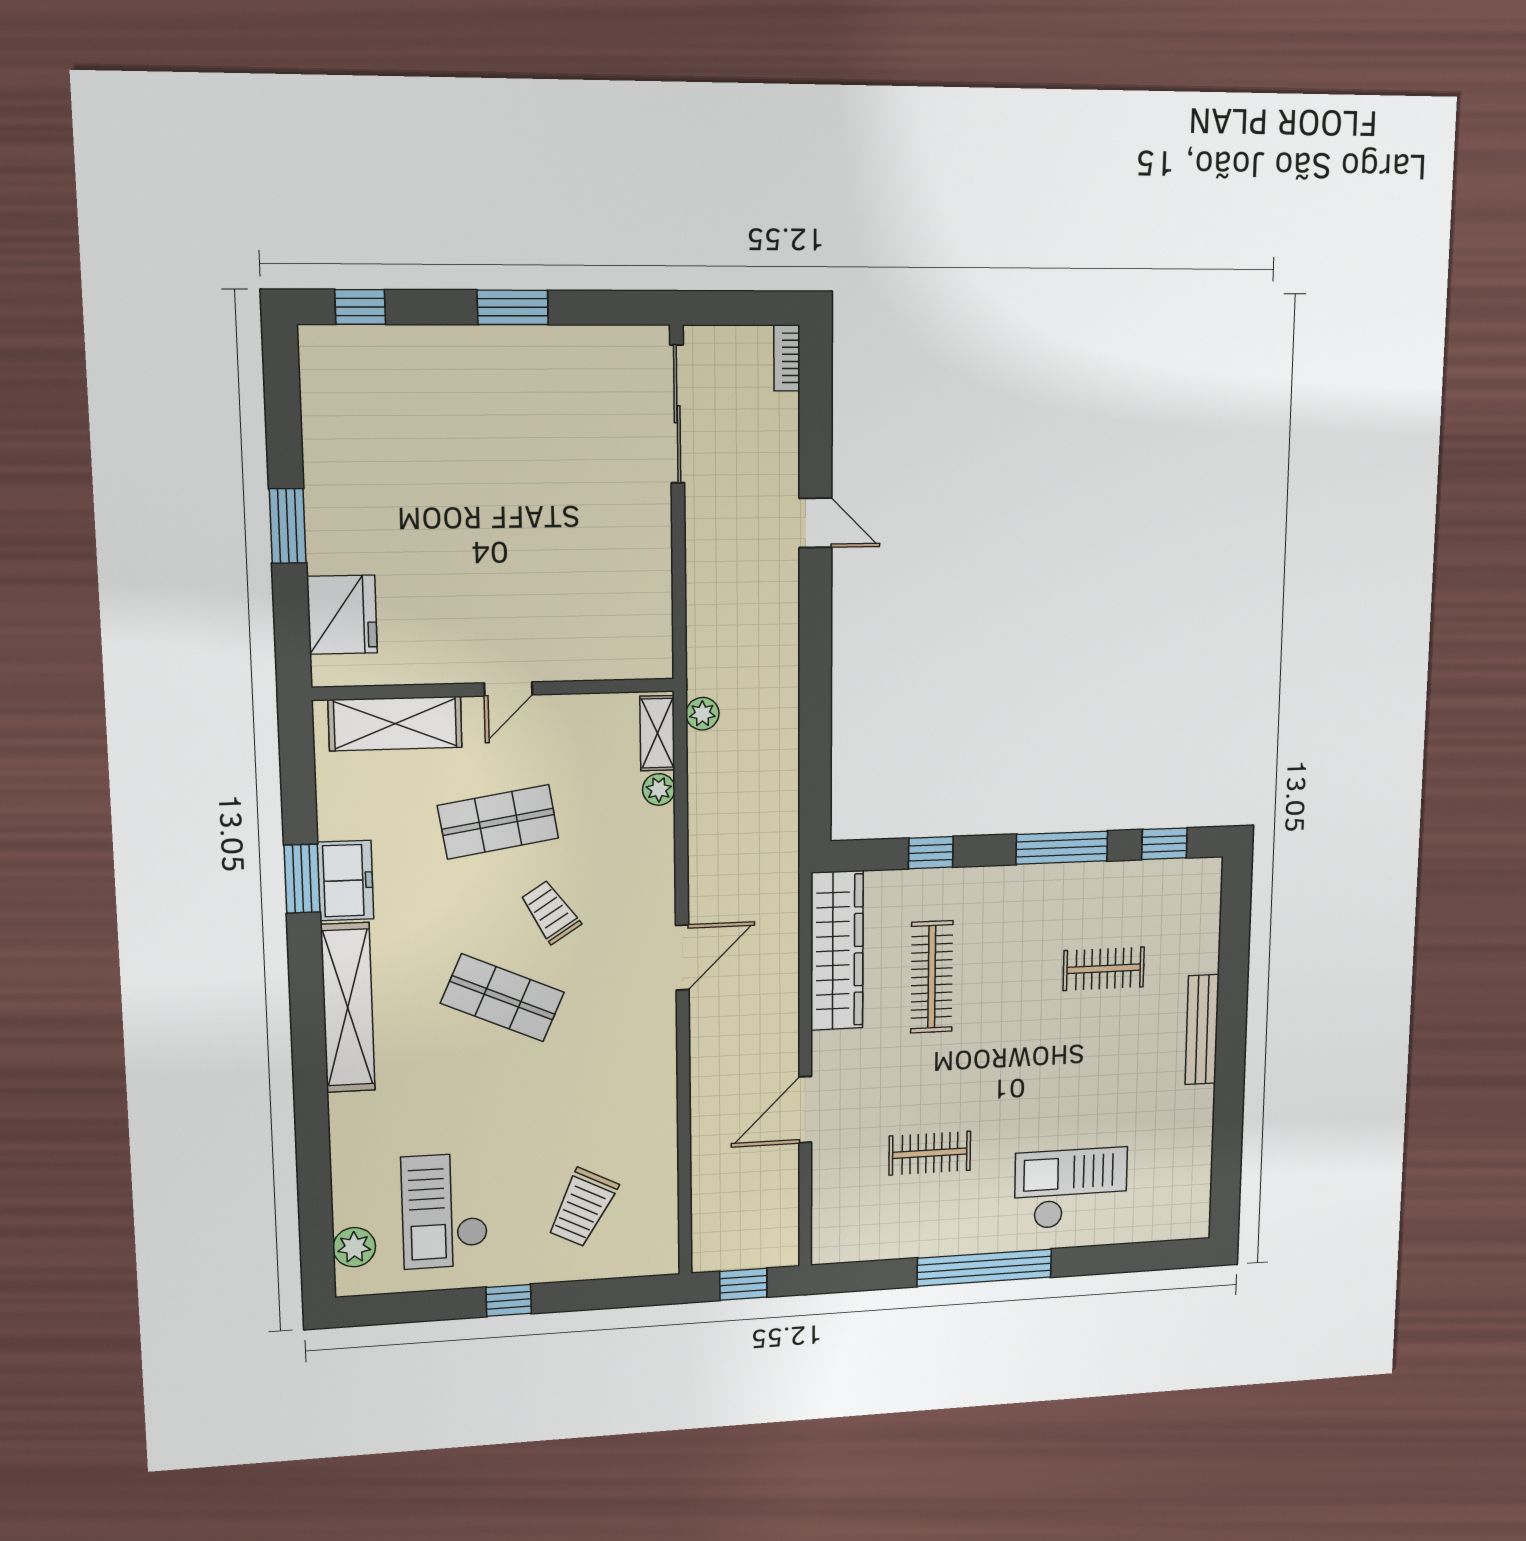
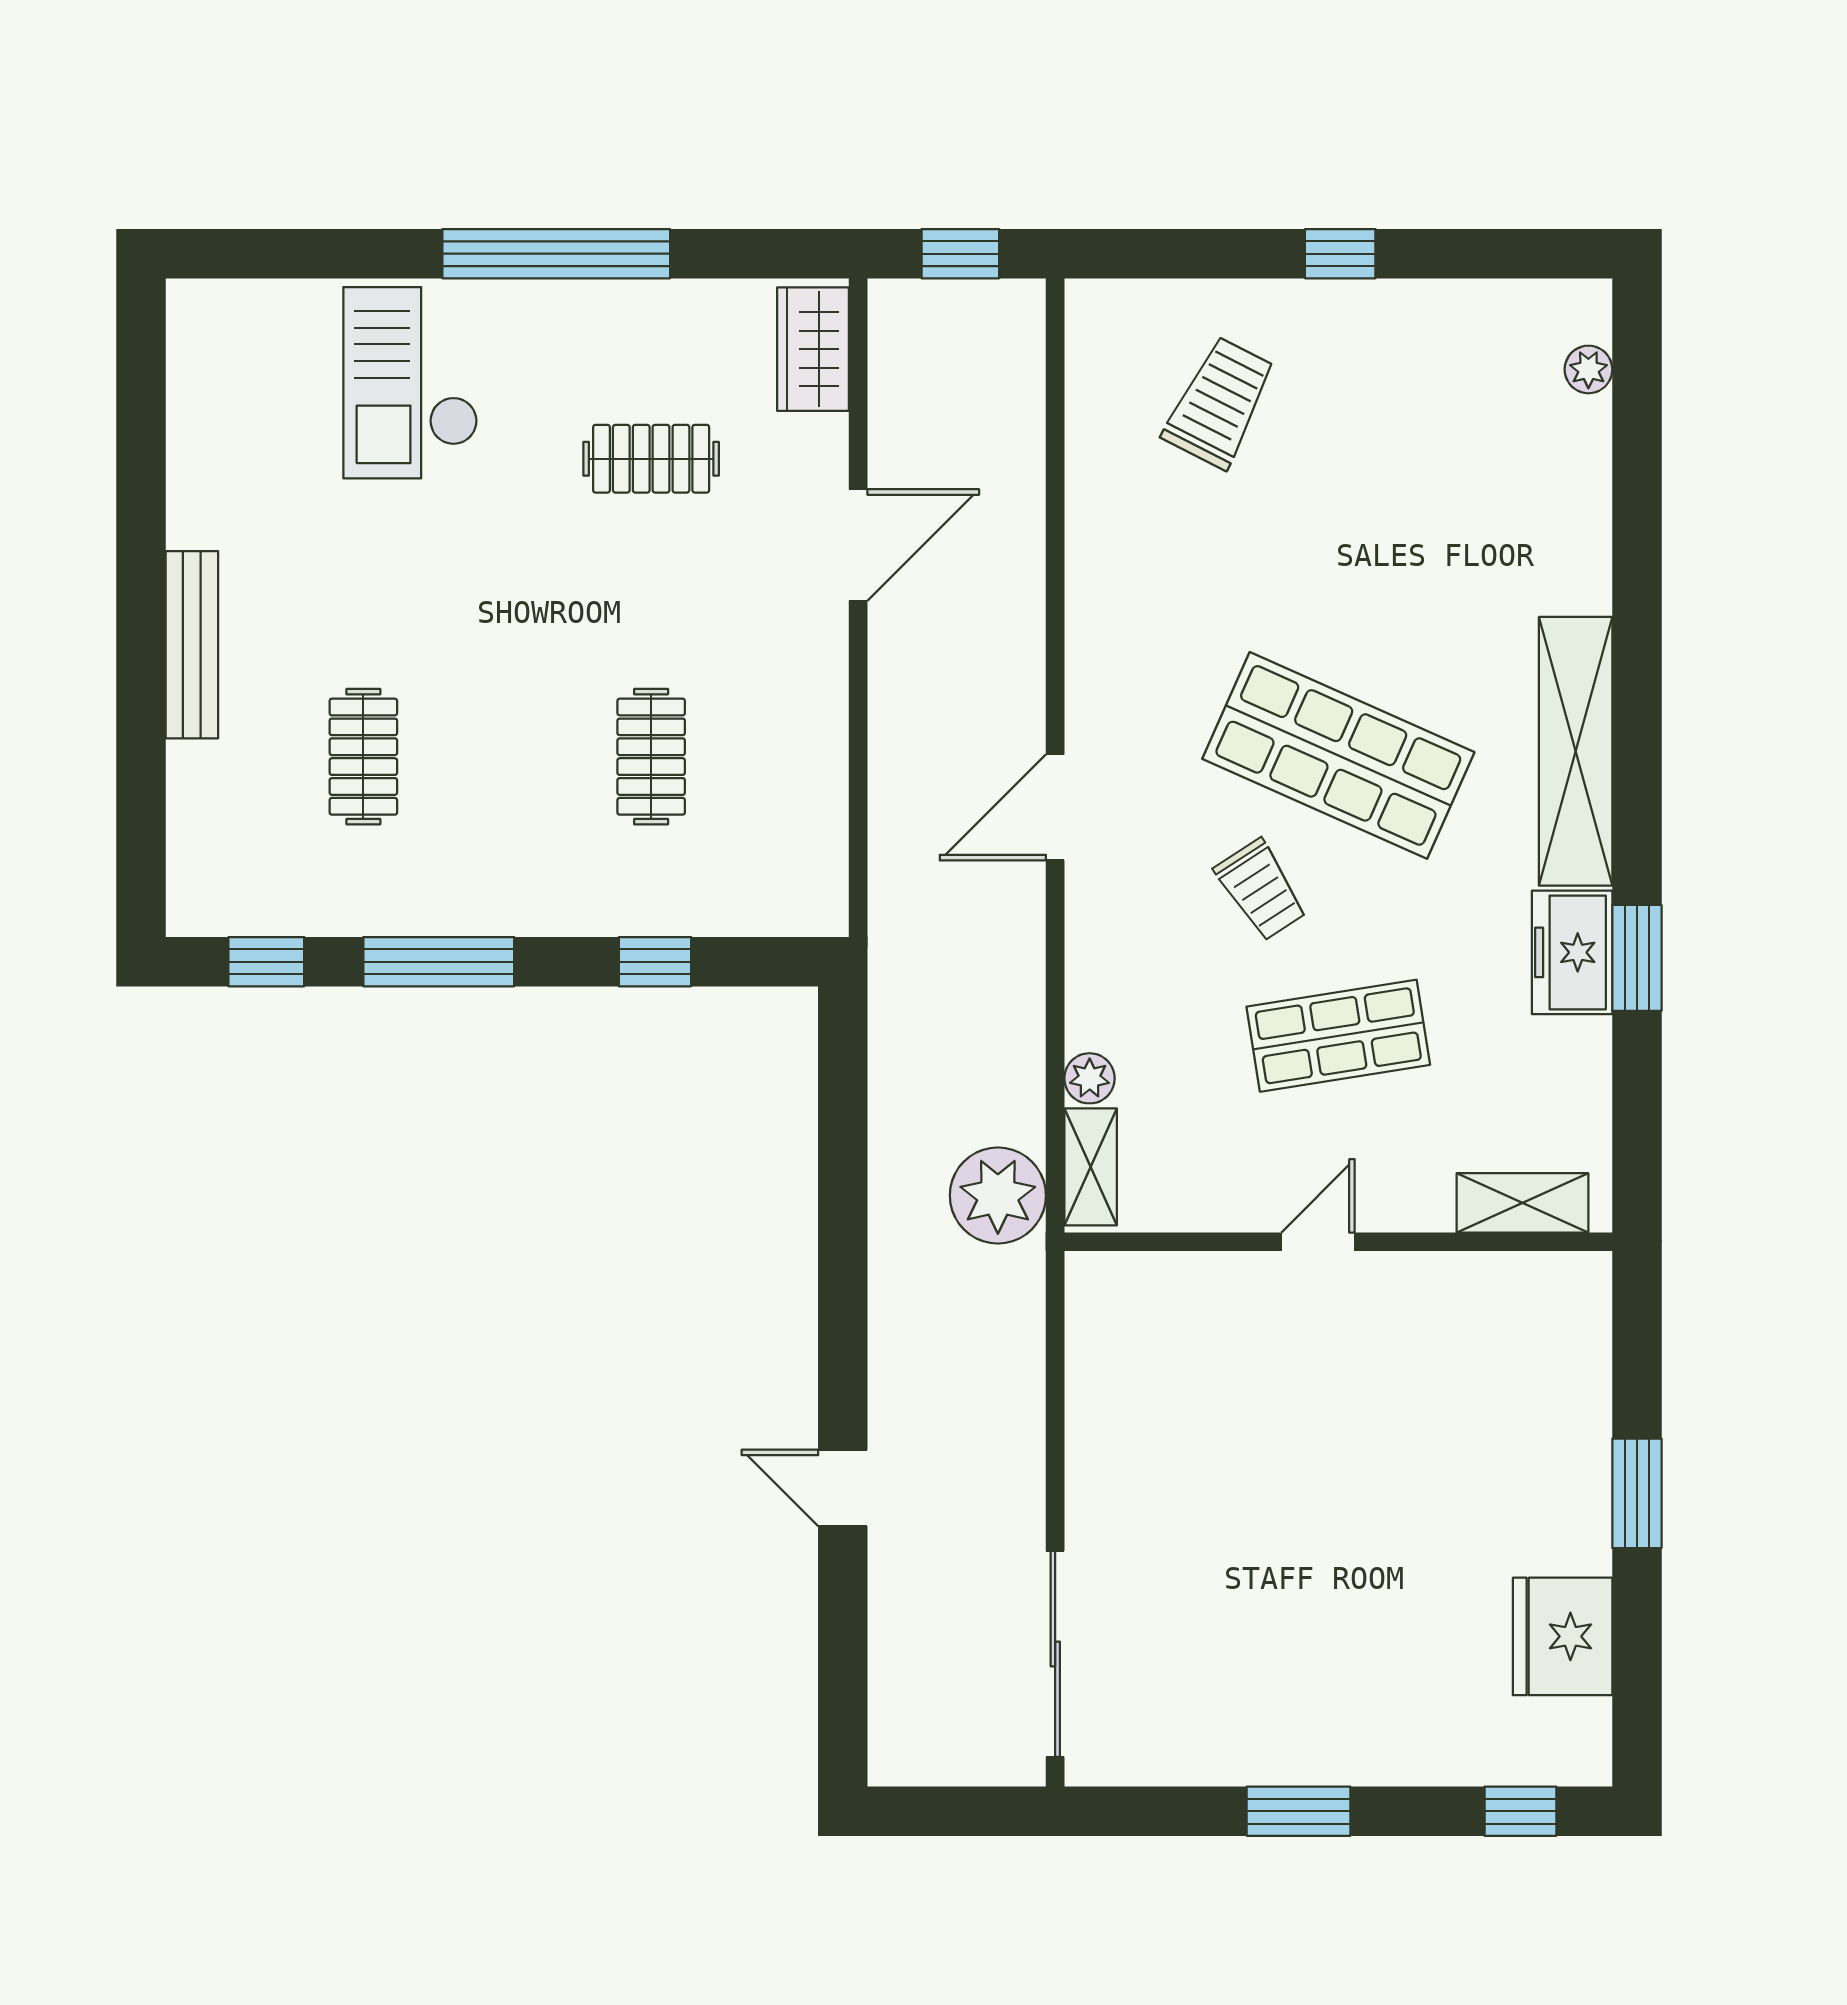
bookcase: (787, 358) -> (887, 1737), removed
fridge: (342, 615) -> (1563, 1636), moved
plant: (702, 714) -> (998, 1195), width x1.87, depth x1.87
shelving: (395, 724) -> (1522, 1203), width x0.67, depth x0.75
wardrobe: (837, 951) -> (813, 349), moved, width x0.48, depth x0.85
clothes rail: (1104, 969) -> (363, 757), turned 90
clothes rail: (932, 977) -> (651, 757), width x0.73
shop shelf: (502, 998) -> (1338, 755), width x1.43, depth x1.36
checkout: (1071, 1188) -> (410, 383), turned 90
checkout: (445, 1211) -> (1437, 411), removed
plant: (354, 1247) -> (1588, 369), width x0.73, depth x0.73

